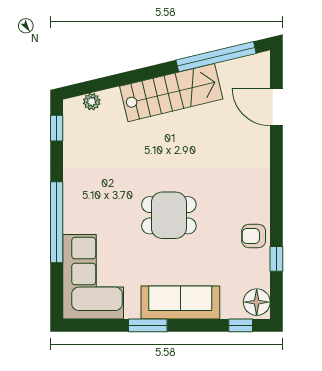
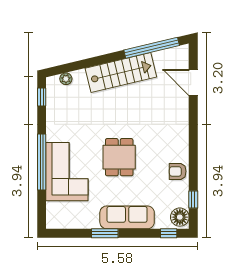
dining table: (169, 215) -> (119, 157), turned 90
window: (276, 259) -> (193, 200), moved
corner sofa: (93, 277) -> (67, 172), moved

